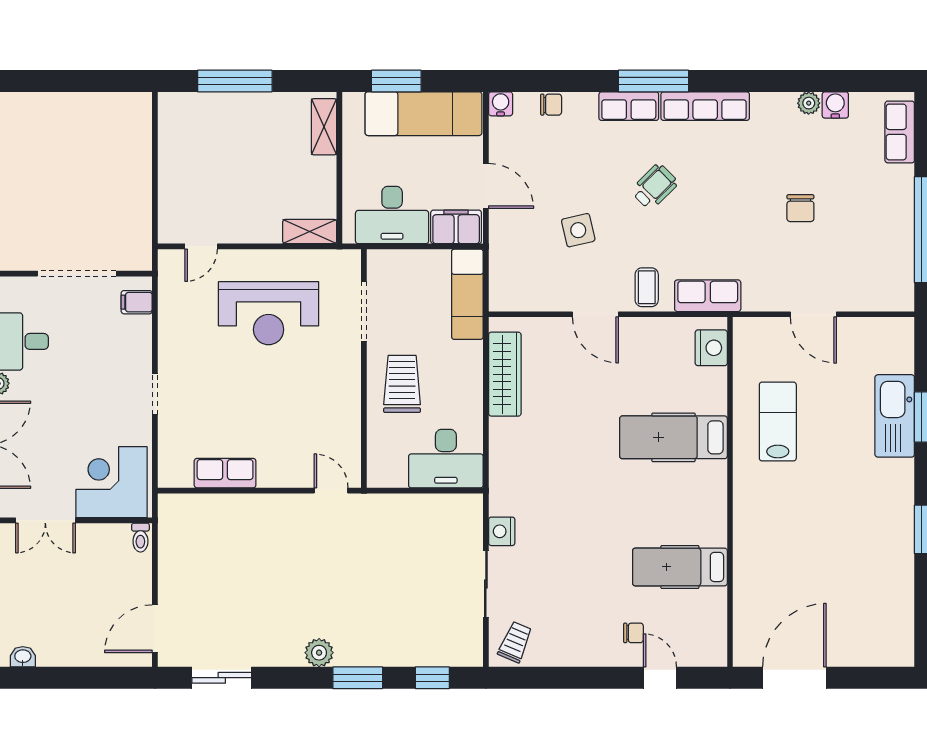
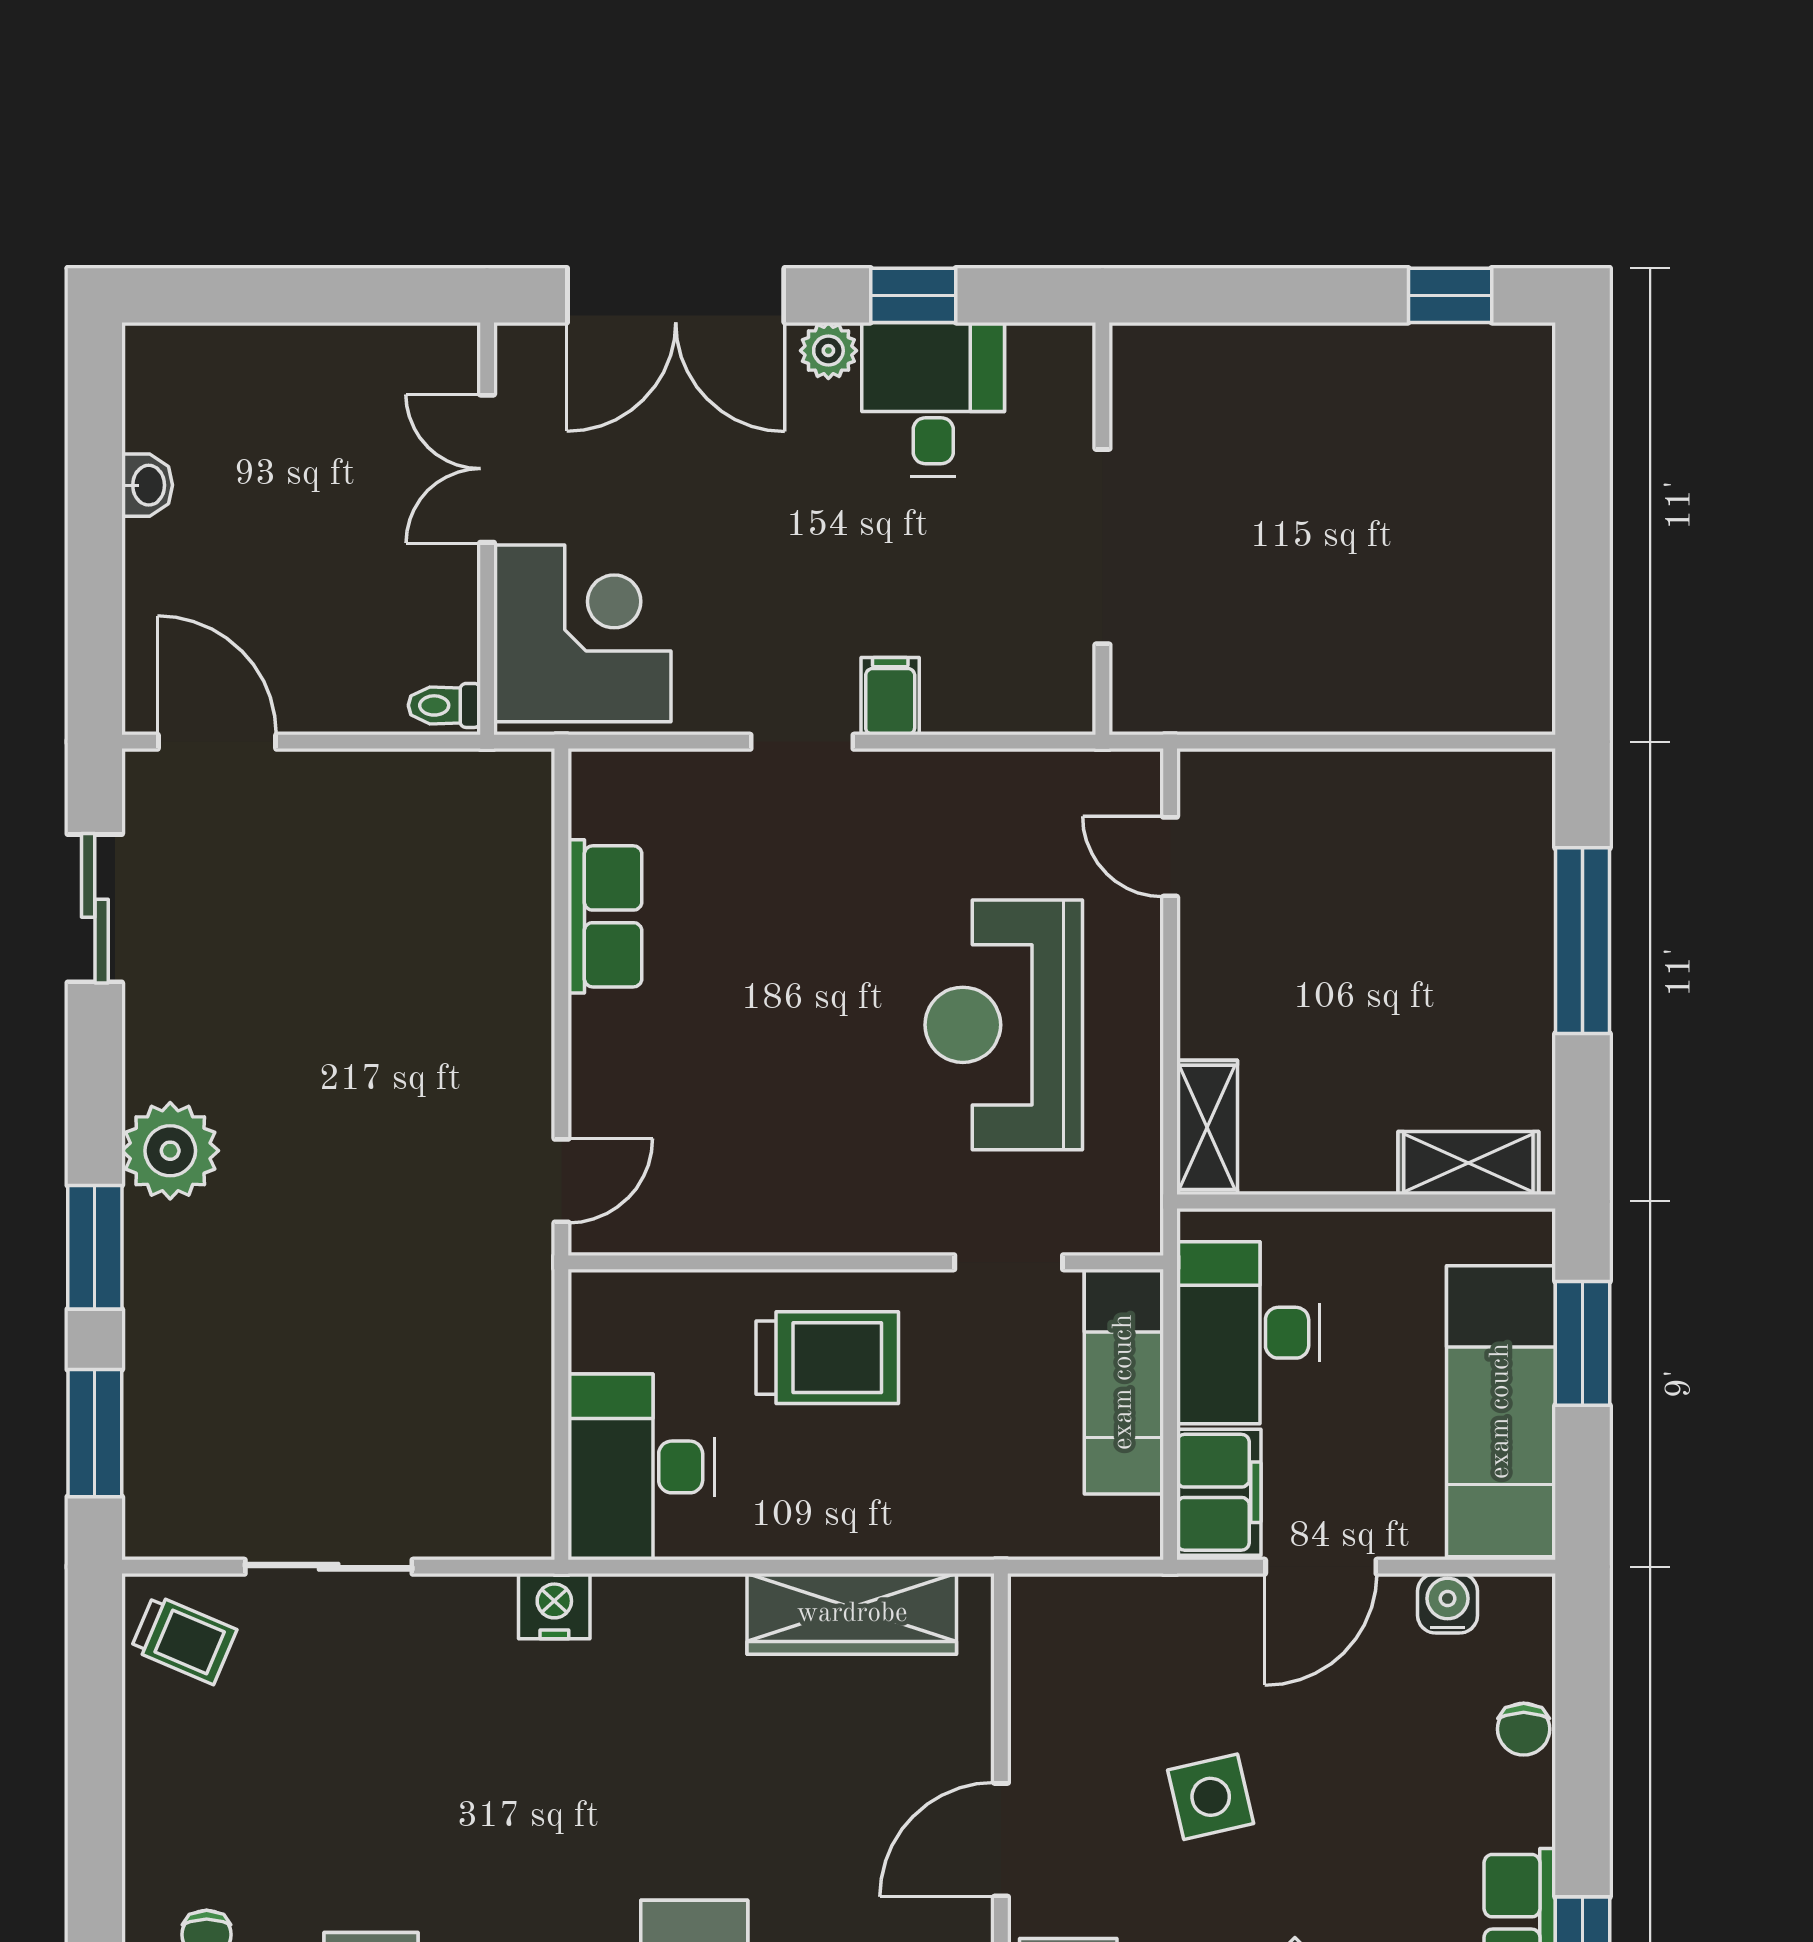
water cooler: (501, 104) -> (1448, 1603), moved, turned -90
exam couch: (467, 294) -> (1124, 1382), moved, turned -90
filing cabinet: (137, 302) -> (890, 696), moved
doorway: (364, 311) -> (1009, 1262), width x0.73
nightstand: (502, 531) -> (554, 1606), moved
plant: (319, 653) -> (170, 1151), width x1.36, depth x1.36
washbasin: (23, 657) -> (147, 485), moved
window: (432, 678) -> (95, 1433), width x1.50

